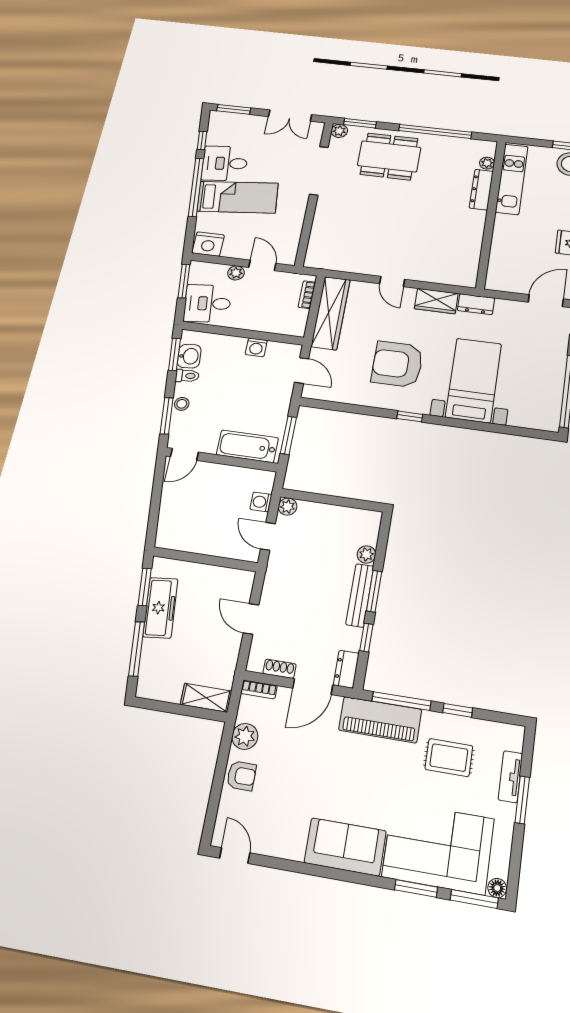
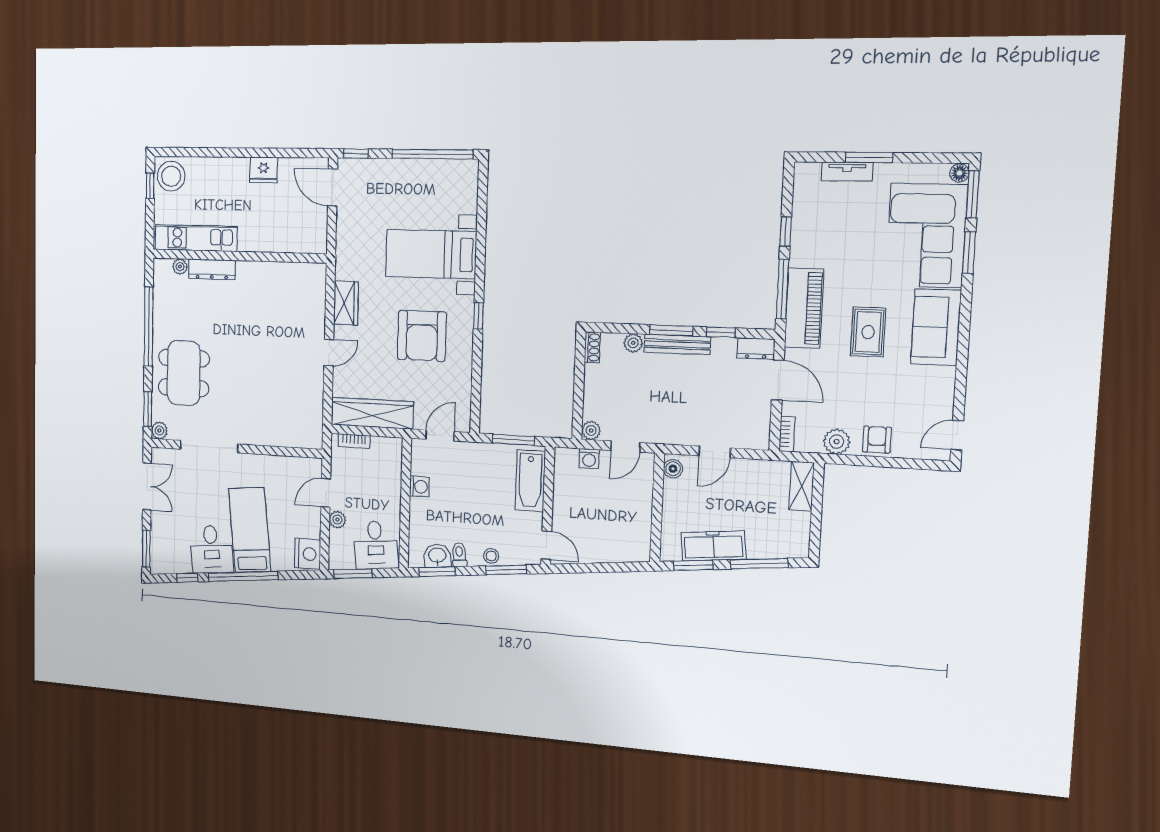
dresser: (476, 304) -> (345, 261), removed
boiler: (240, 578) -> (673, 469), added
shoe rack: (279, 669) -> (592, 347), moved, turned 180
rug: (449, 758) -> (868, 332), moved

